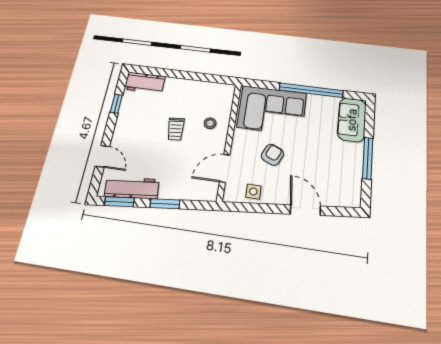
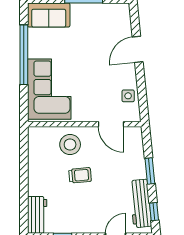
stool: (210, 123) -> (70, 145), width x1.89, depth x1.89
armchair: (272, 155) -> (92, 83), removed
window: (119, 202) -> (154, 212), width x0.67

